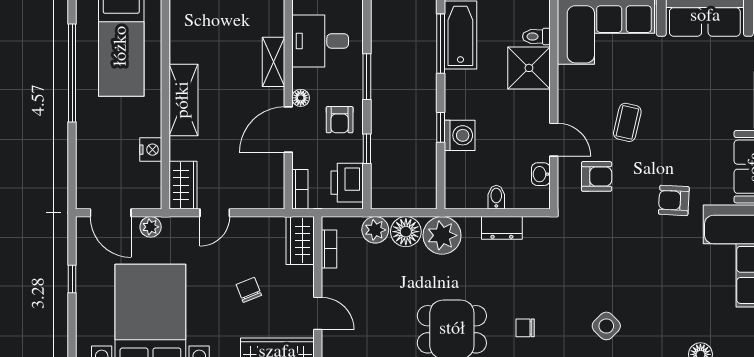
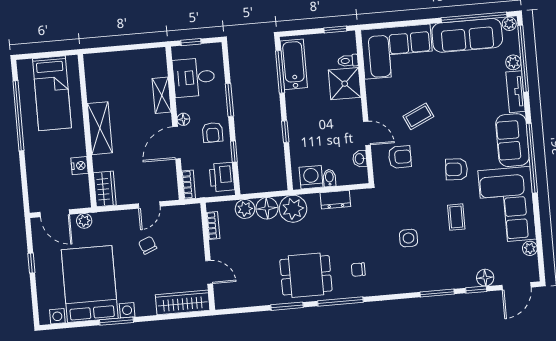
coffee table: (627, 122) -> (418, 116), turned 52
washing machine: (460, 135) -> (311, 177), moved, turned -90
door: (215, 213) -> (149, 205), moved
wardrobe: (300, 241) -> (192, 221), removed
coffee table: (668, 267) -> (456, 217), added
chair: (249, 290) -> (148, 245), moved
side table: (606, 326) -> (409, 238), moved, turned 45

